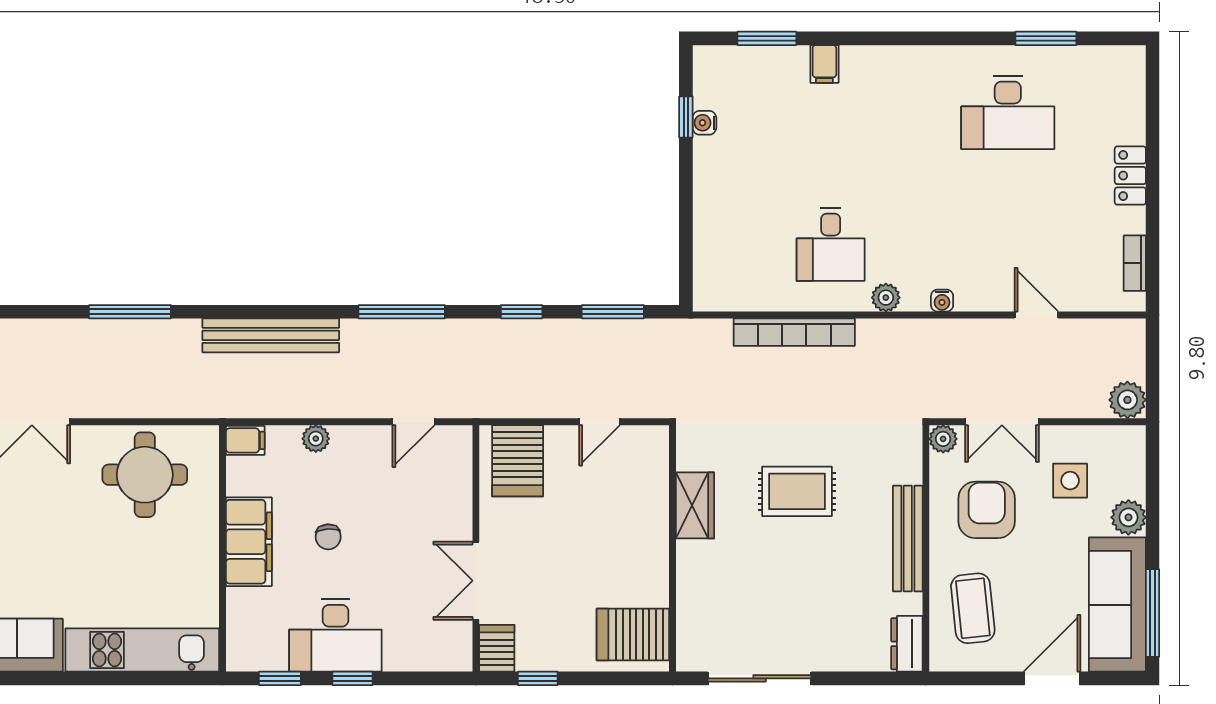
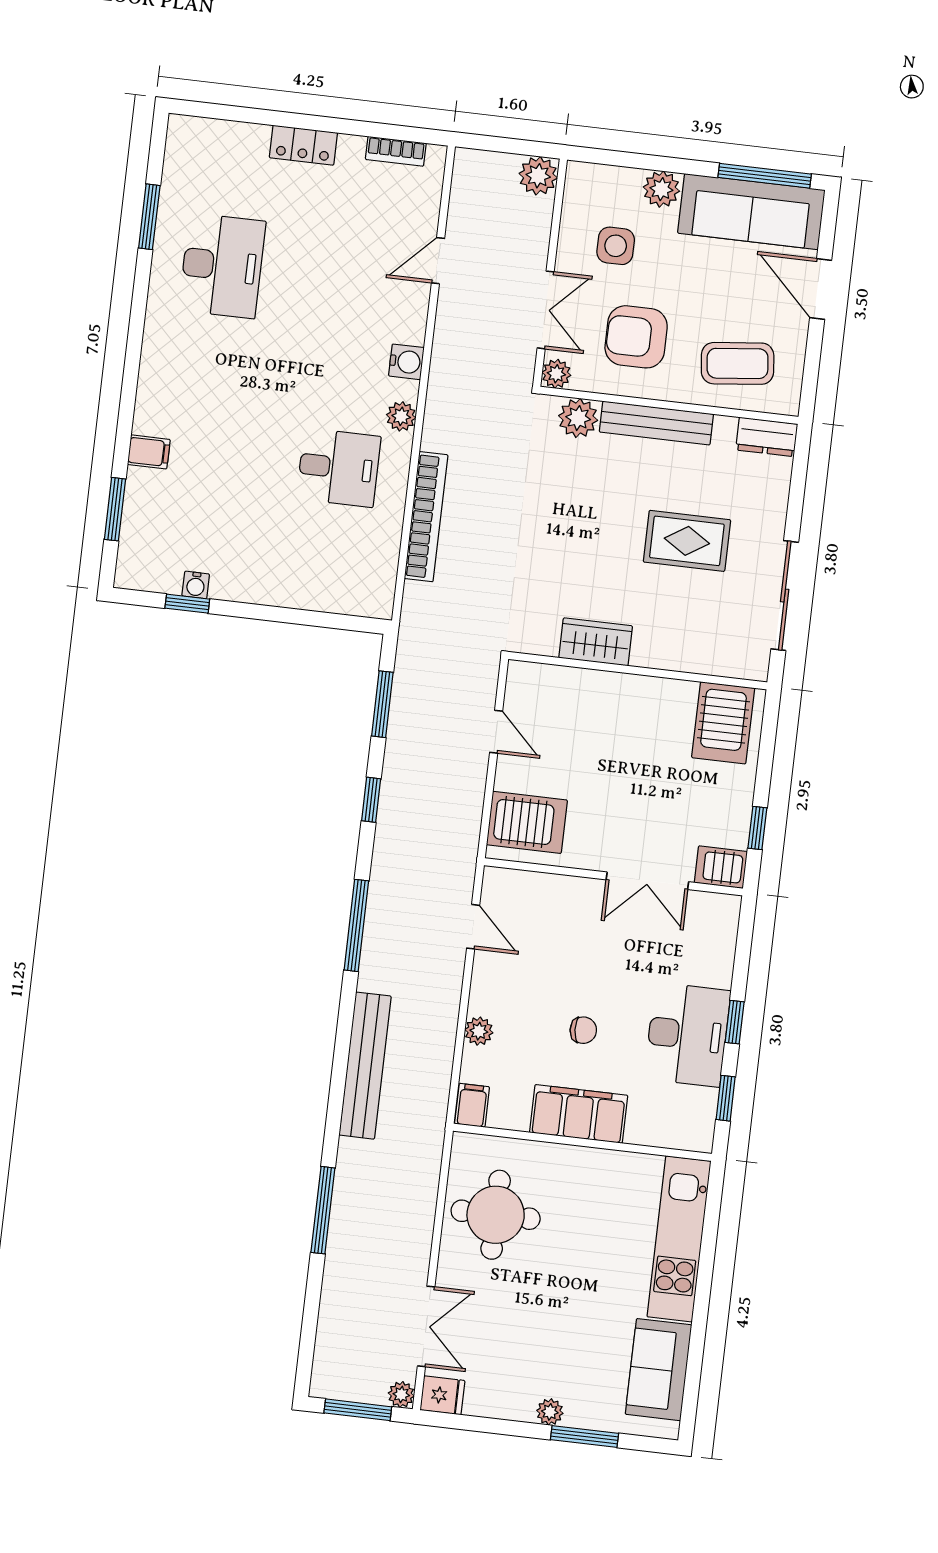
water cooler: (942, 301) -> (406, 362), width x1.38, depth x1.38
plant: (904, 464) -> (578, 418), added
rug: (797, 491) -> (687, 541), moved, turned 90

